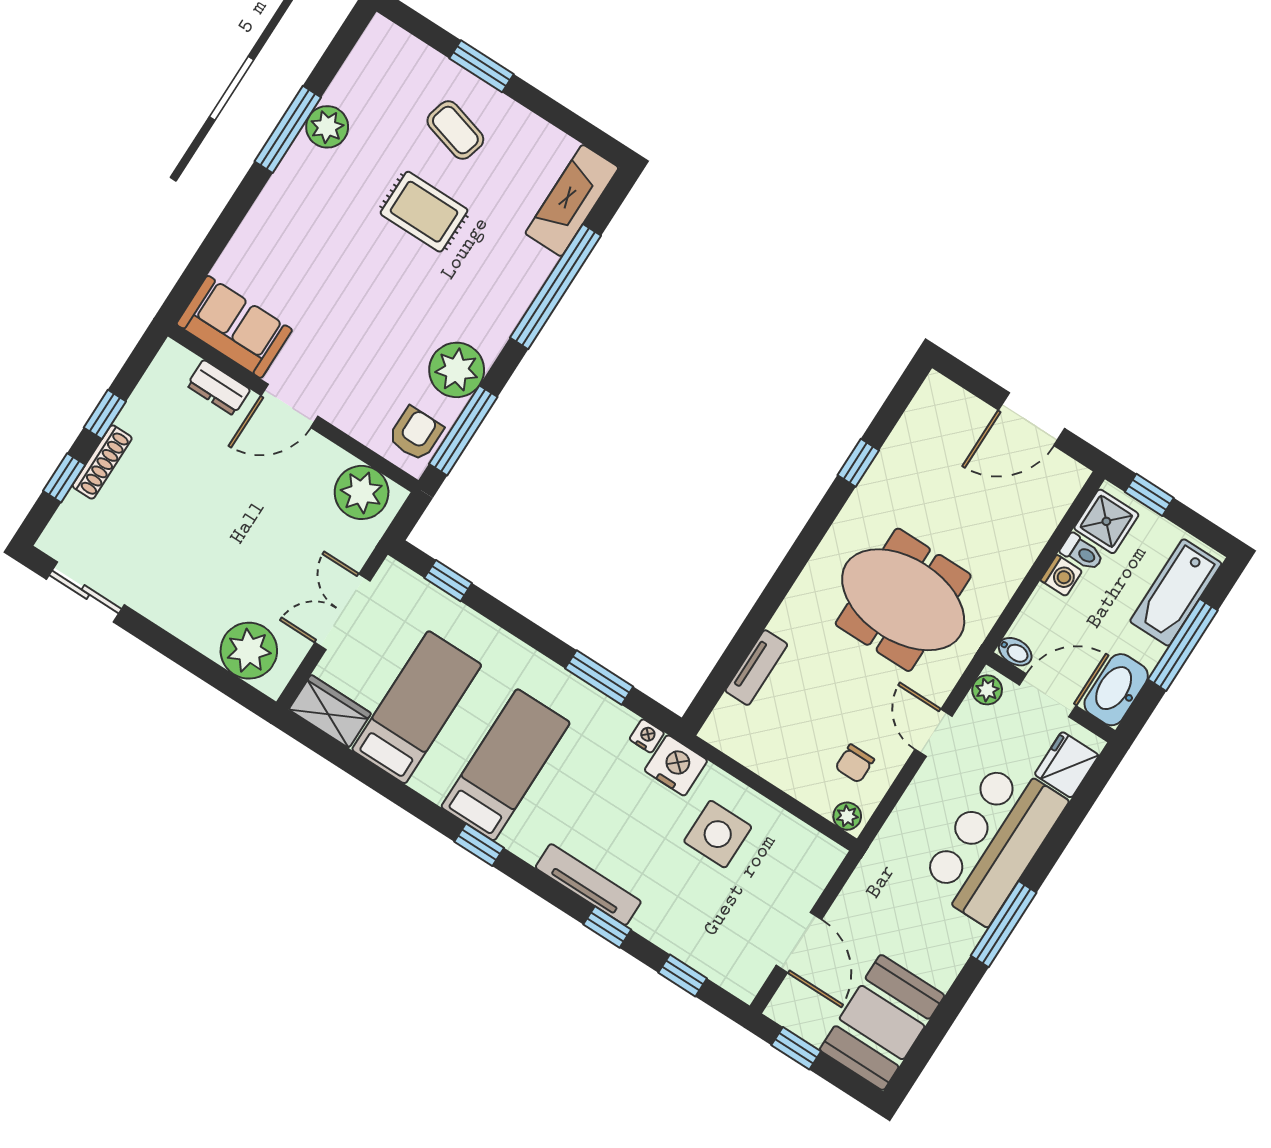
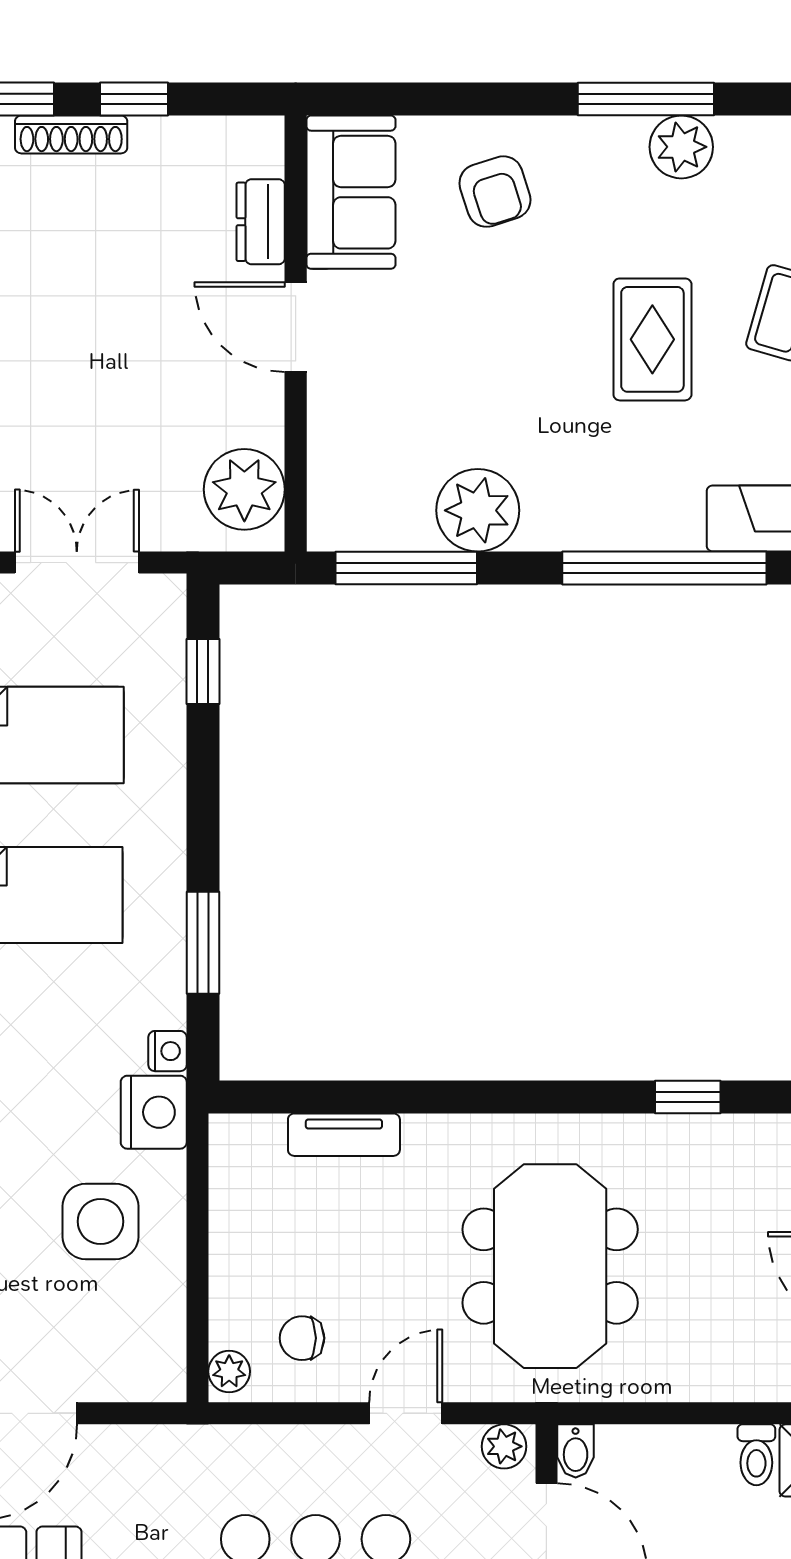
armchair: (416, 434) -> (495, 192), moved, turned 72
washing machine: (1061, 576) -> (710, 1447), removed

